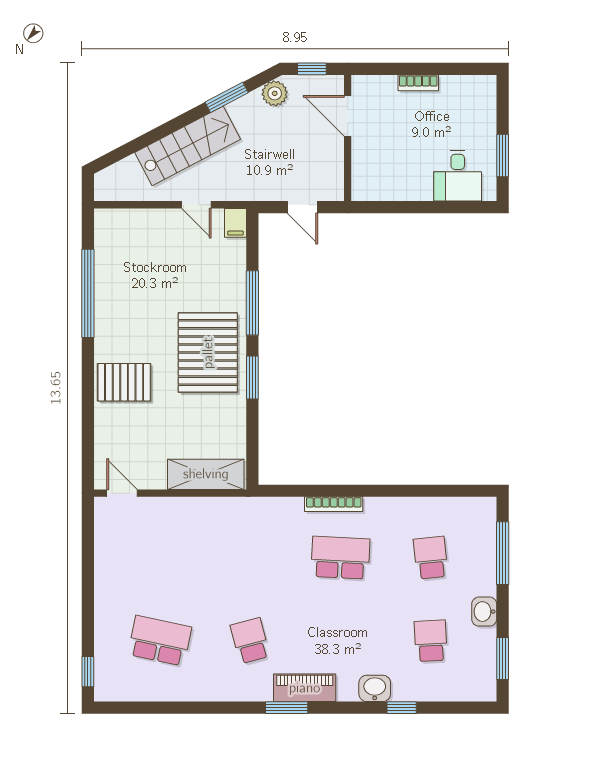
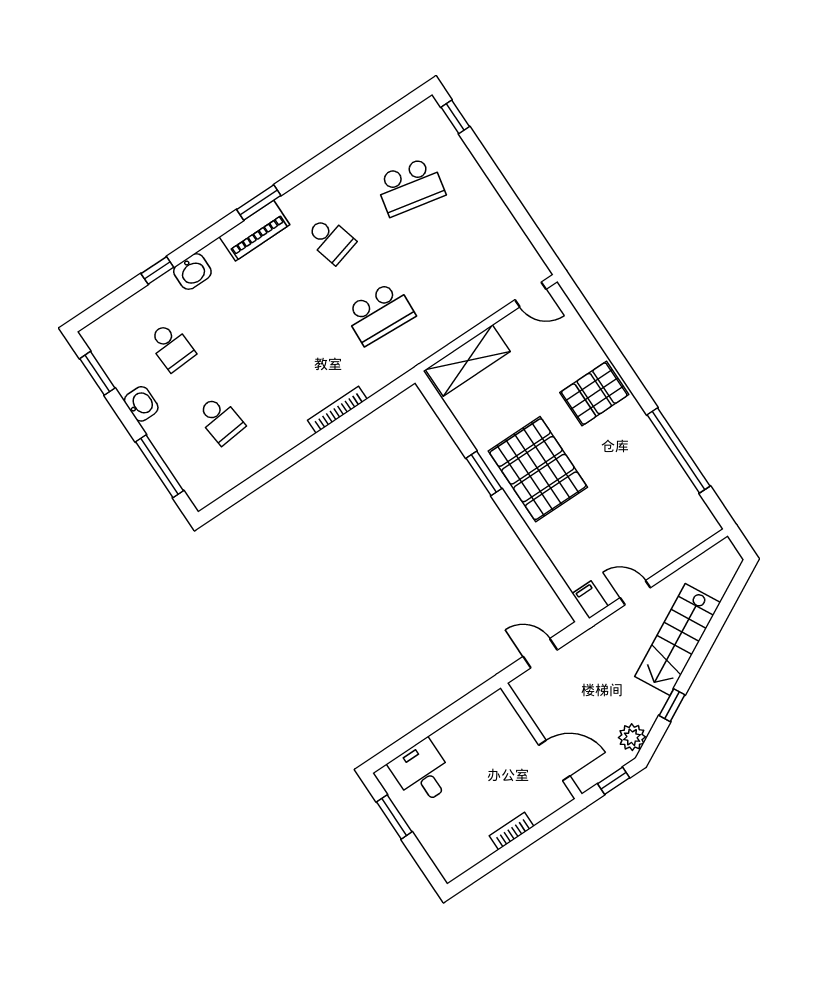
window: (227, 97) -> (672, 705), width x0.67
window: (252, 303) -> (528, 539), removed
school desk: (340, 558) -> (380, 313), moved

